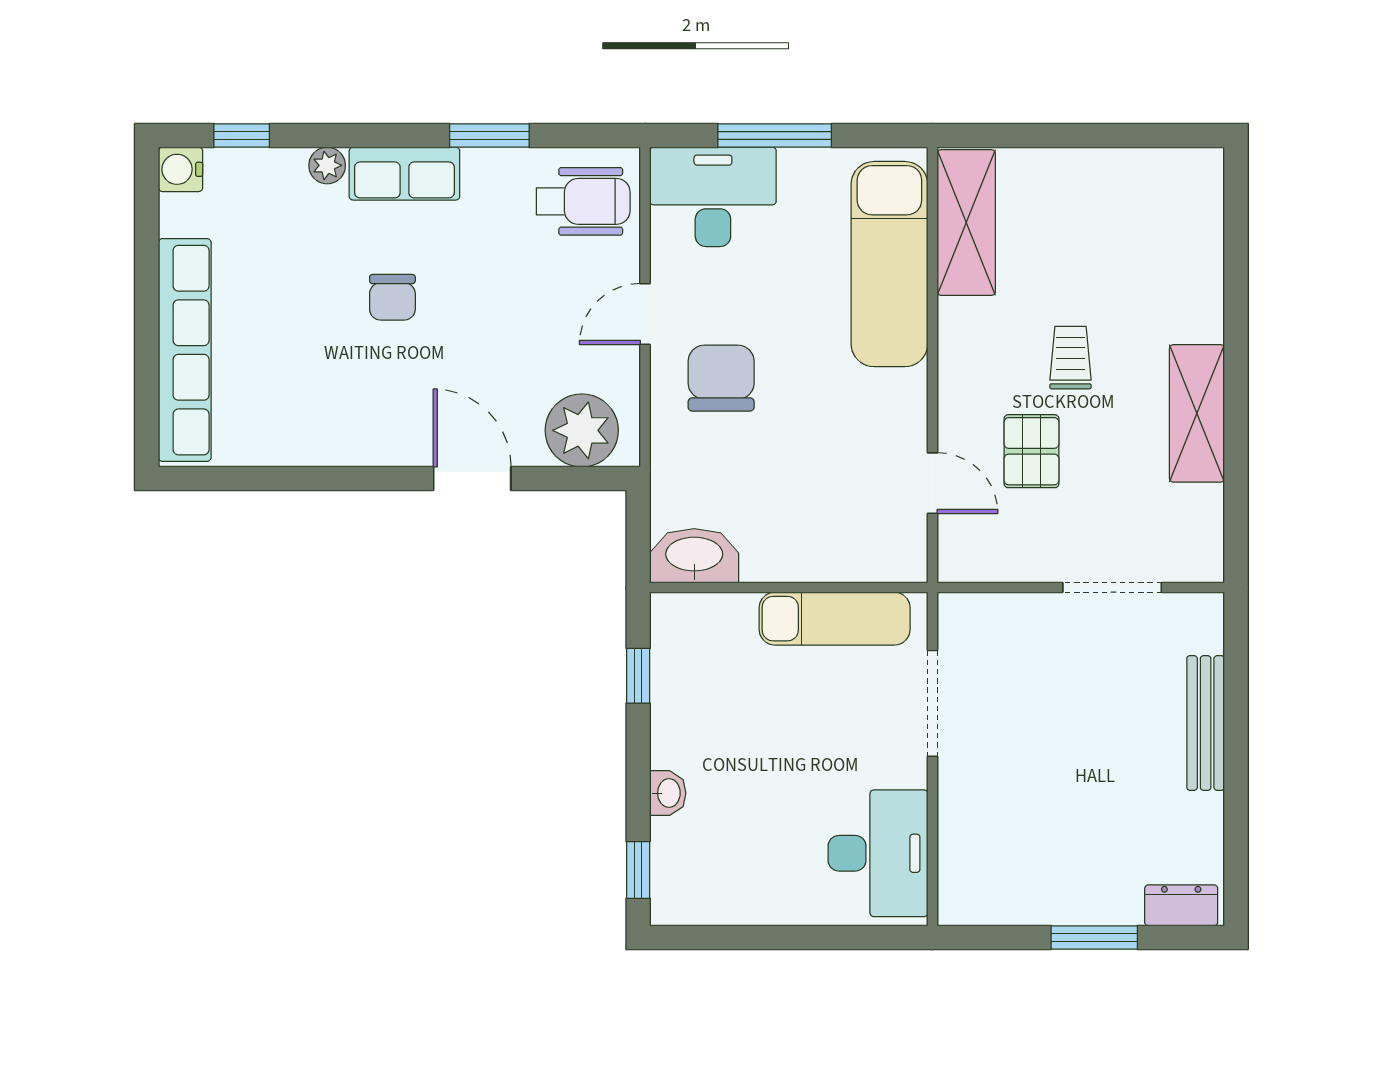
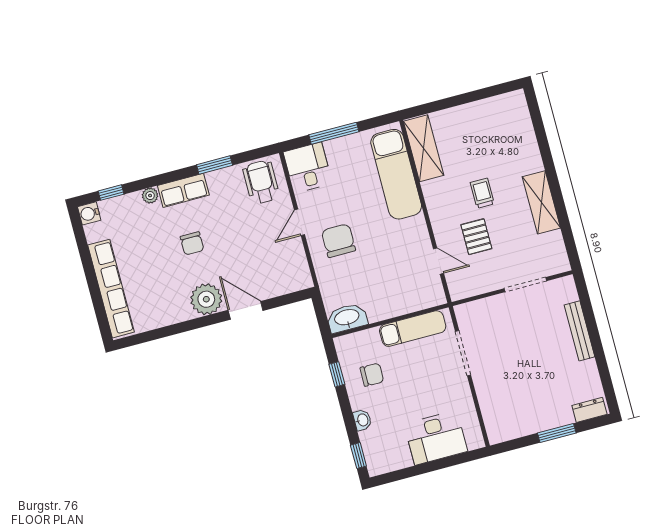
desk: (713, 197) -> (308, 168), width x0.73
wheelchair: (583, 201) -> (261, 182), turned -90
plant: (582, 430) -> (206, 299), moved
chair: (716, 697) -> (372, 375), added
desk: (878, 853) -> (436, 438), moved, turned 90

